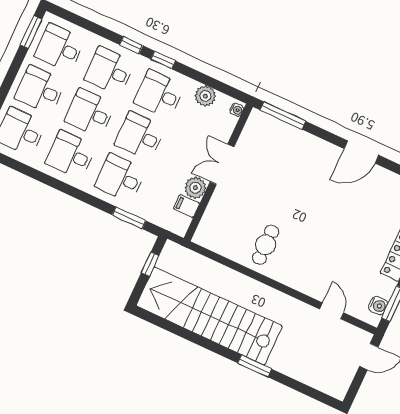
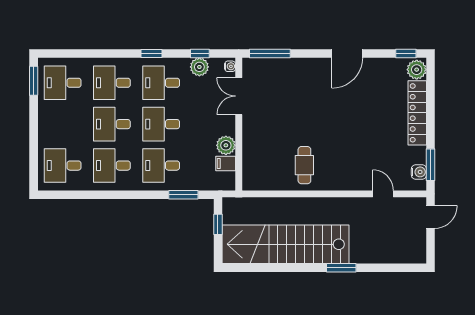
window: (131, 45) -> (200, 54), moved
desk: (40, 90) -> (63, 124), removed
double door: (222, 164) -> (239, 96), moved

